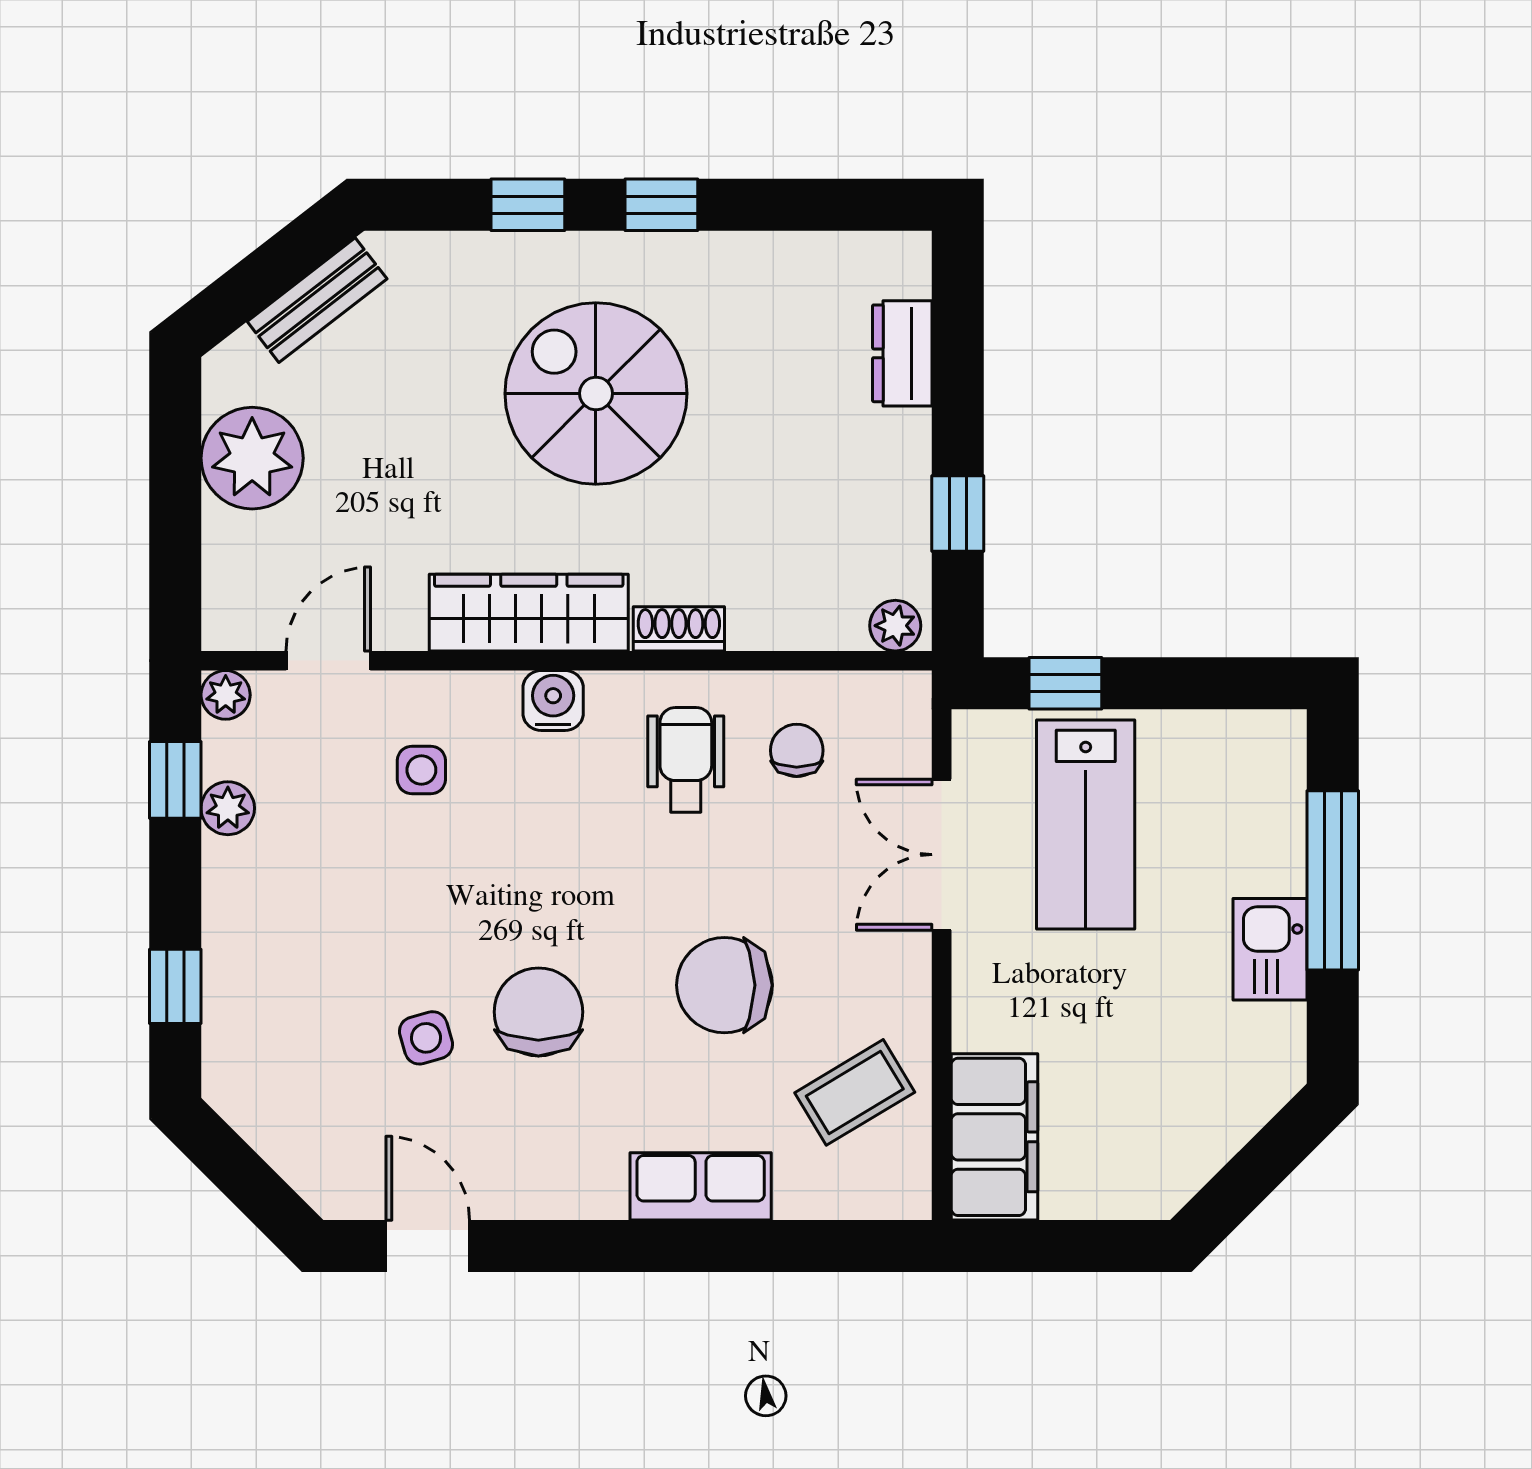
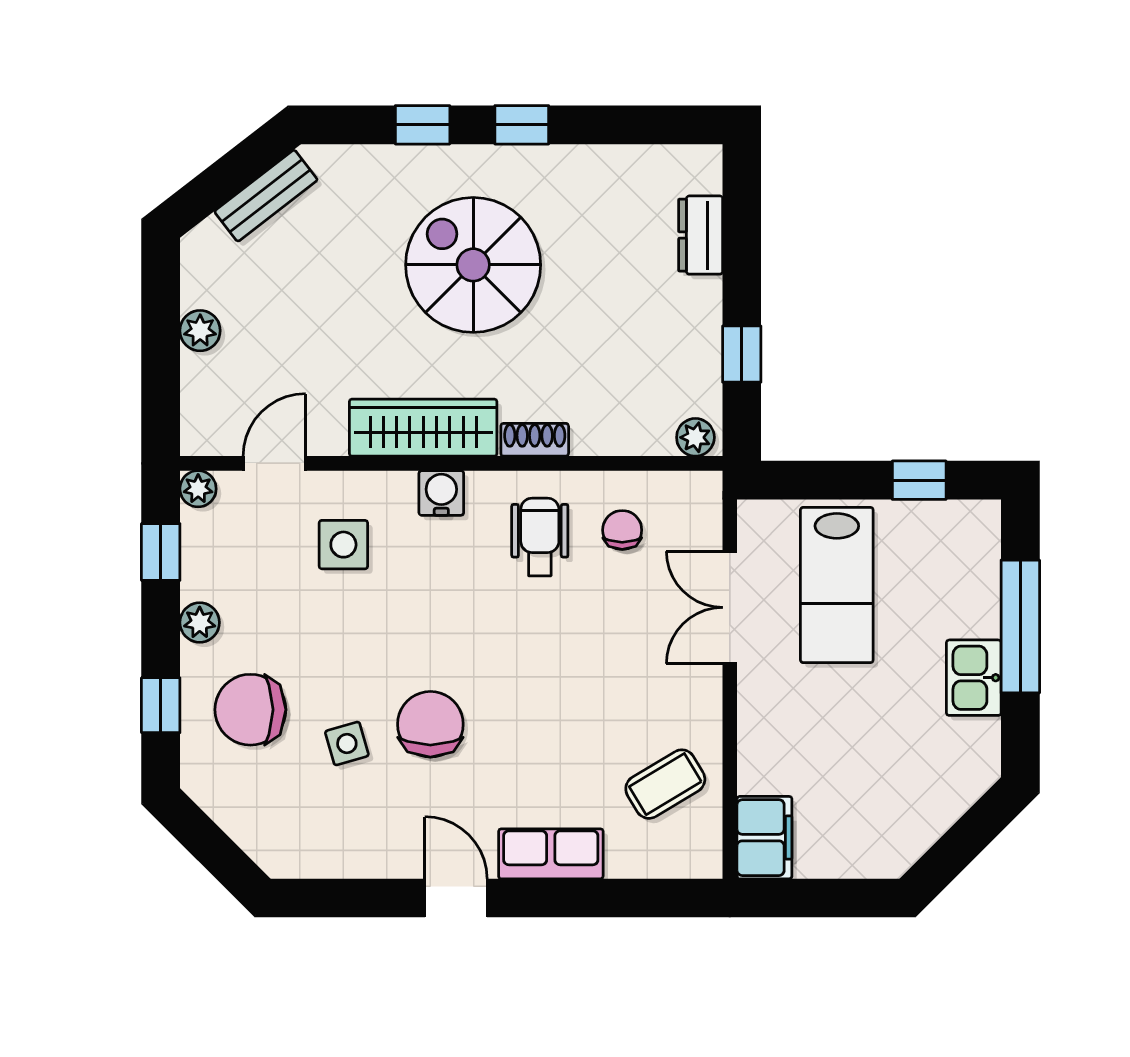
plant: (252, 458) -> (200, 331), width x0.53, depth x0.53
window: (1065, 683) -> (919, 480), moved
side table: (421, 770) -> (343, 545), width x1.37, depth x1.37
plant: (228, 808) -> (200, 623), moved
chair: (724, 985) -> (250, 710), moved
filing cabinet: (994, 1137) -> (764, 838), width x0.67, depth x0.86
door: (428, 1246) -> (456, 898), moved

